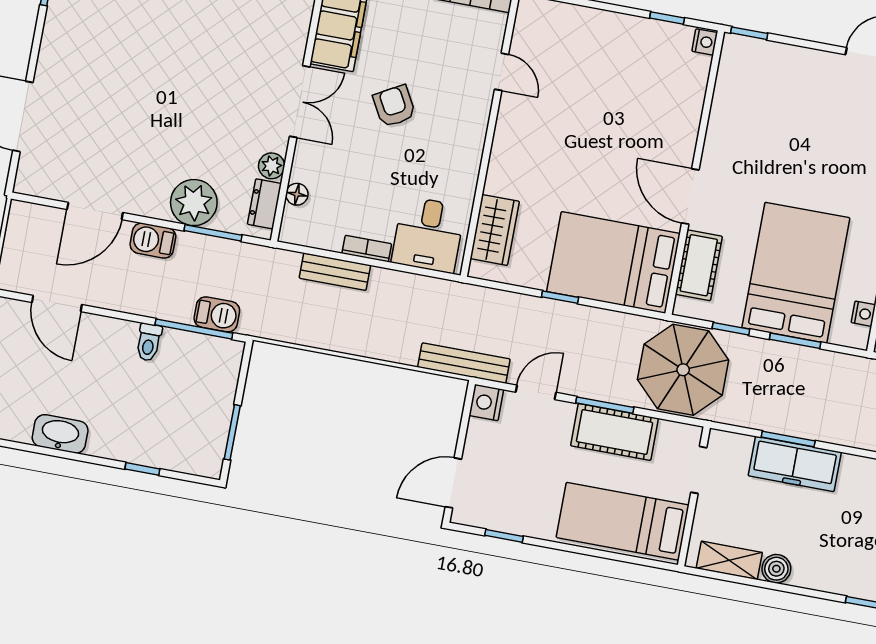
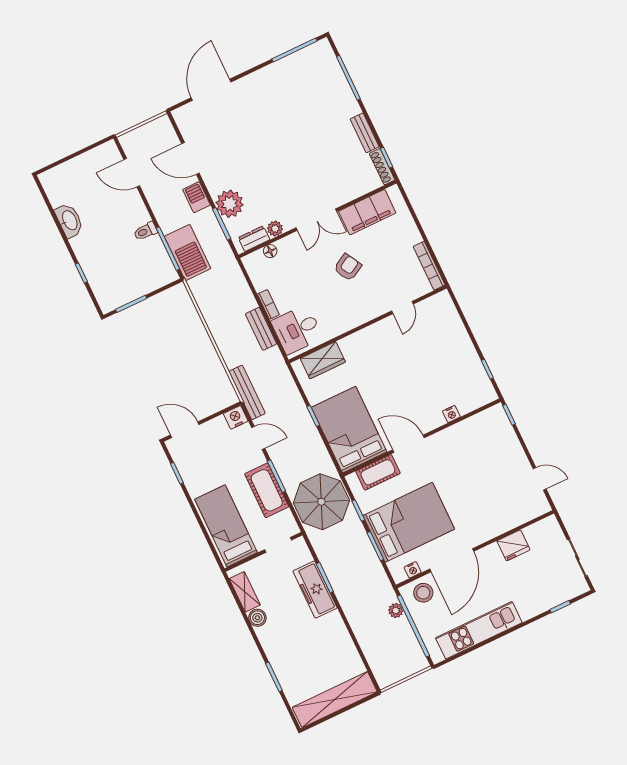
nightstand: (705, 42) -> (451, 414), moved
door: (690, 197) -> (408, 444), hinge flipped
bench: (335, 272) -> (261, 329), moved
door: (57, 304) -> (132, 173), hinge flipped
barbecue: (217, 314) -> (188, 252), width x1.88, depth x1.53

